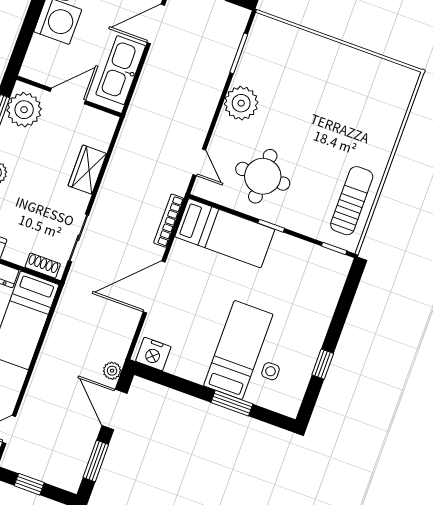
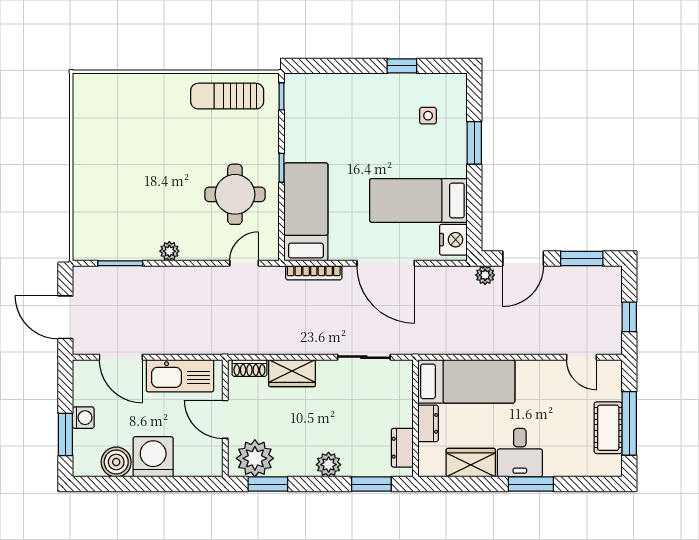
plant: (241, 103) -> (169, 251), width x0.53, depth x0.53
shoe rack: (43, 266) -> (249, 368), moved, turned -90
bed: (238, 350) -> (418, 200), moved

